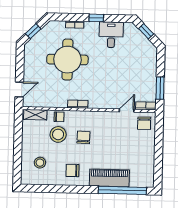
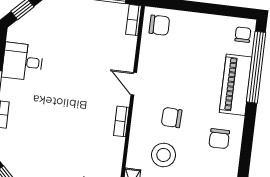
round table: (67, 60) -> (53, 130), removed
door: (127, 111) -> (134, 84), moved
chair: (59, 117) -> (243, 35), moved

